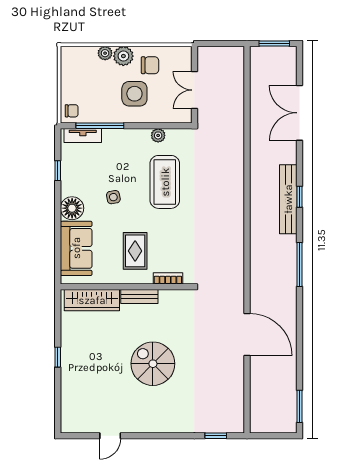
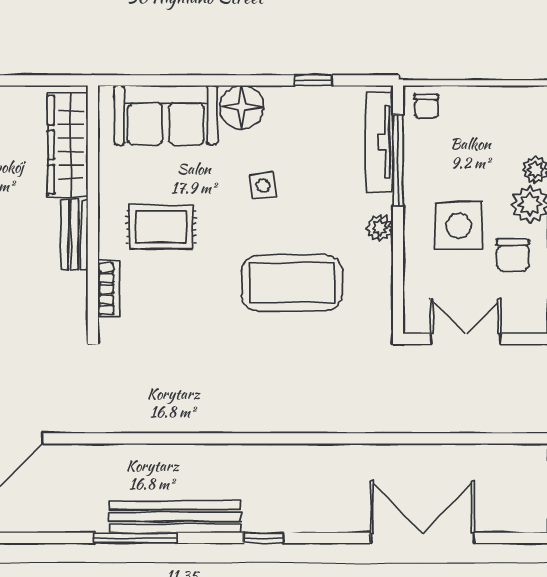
plant: (158, 135) -> (380, 228), moved
tv unit: (83, 136) -> (380, 142), width x1.41
bench: (288, 199) -> (175, 517), moved

